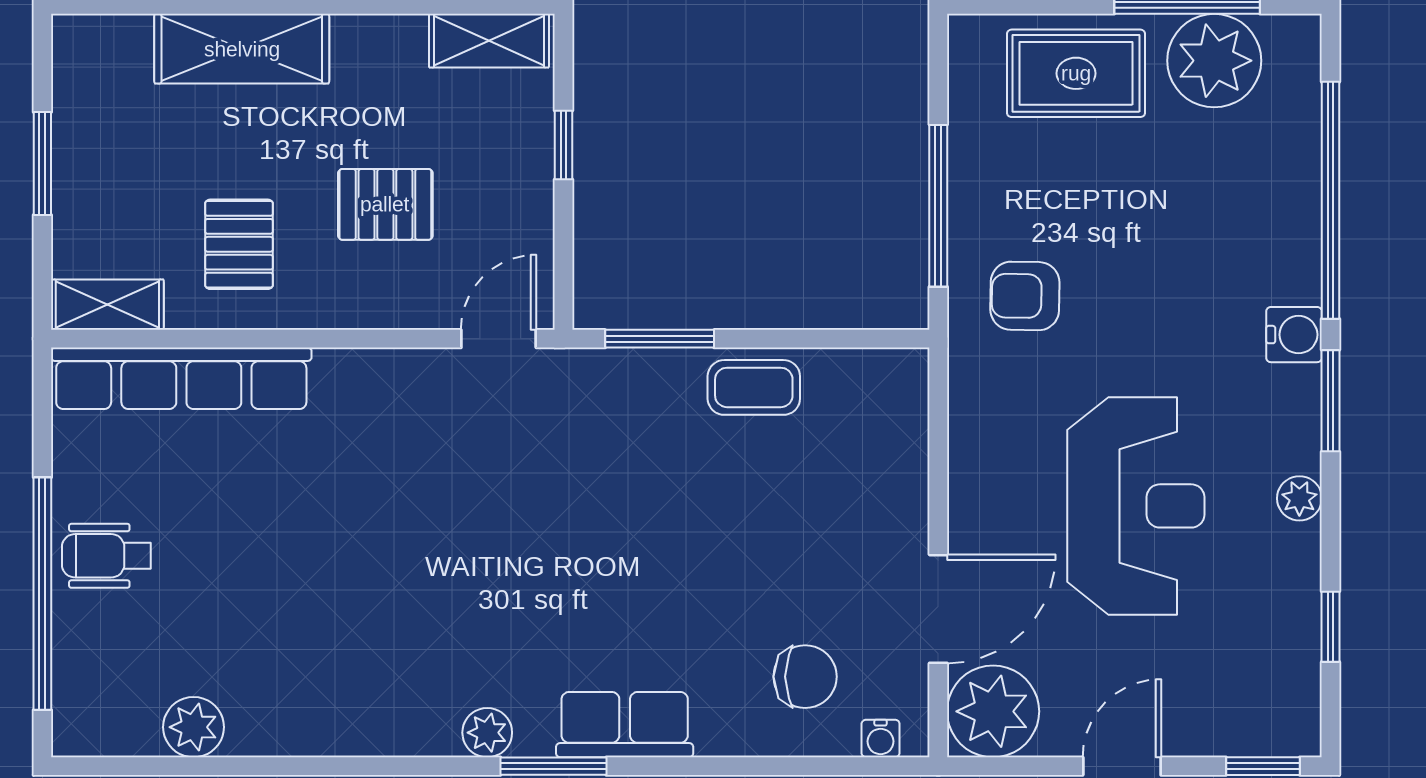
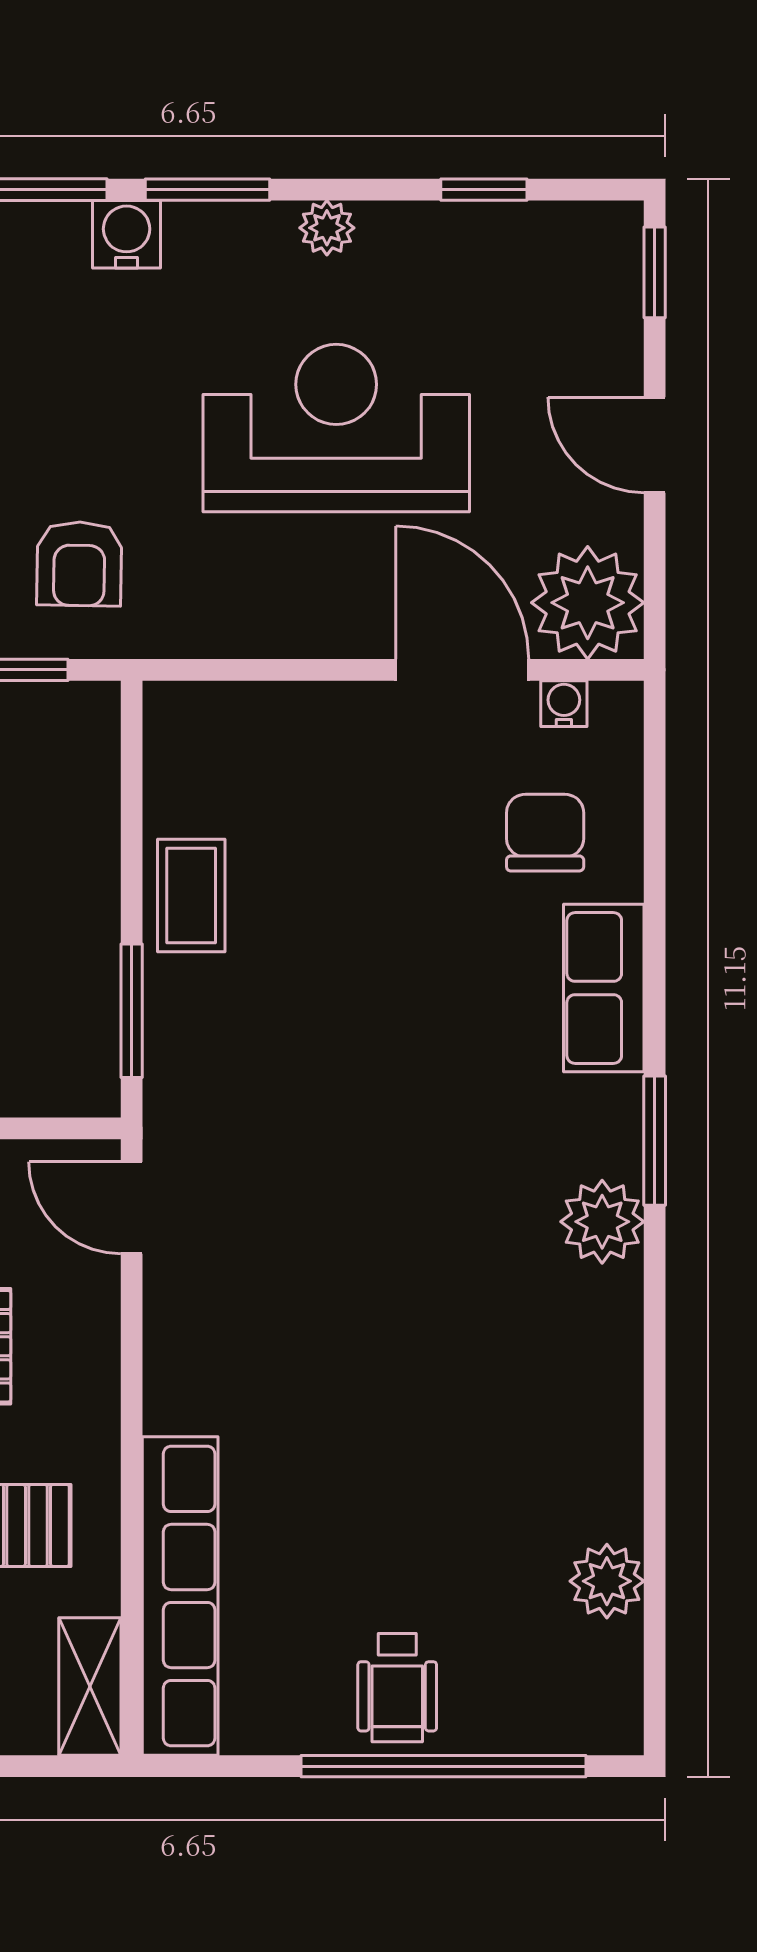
row of seats: (625, 725) -> (604, 988), moved
plant: (487, 733) -> (602, 1222), width x1.38, depth x1.38
water cooler: (881, 738) -> (564, 704), moved, turned -90

